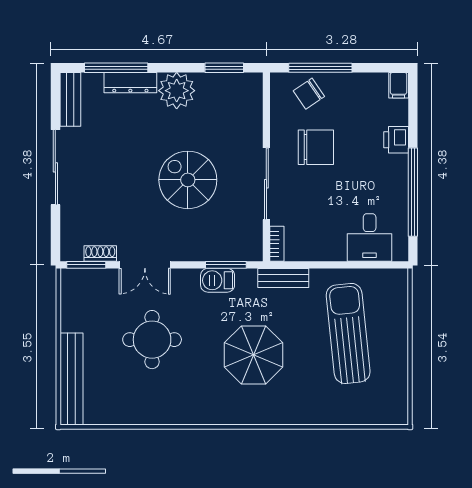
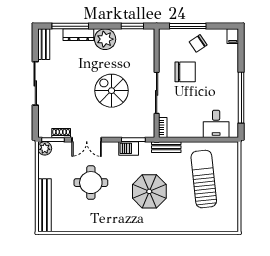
chair: (309, 94) -> (198, 43), moved
printer: (396, 140) -> (231, 67), removed
plant: (72, 280) -> (45, 148), added

